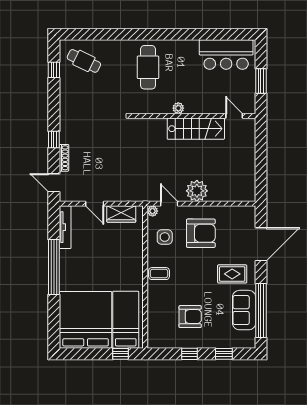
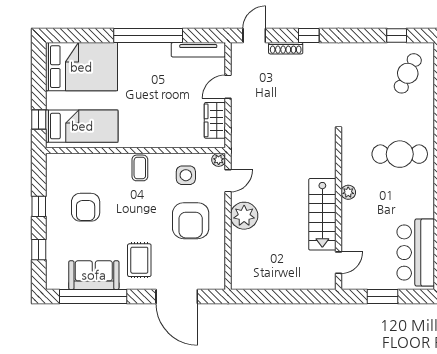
bed: (86, 320) -> (81, 67), width x0.73

